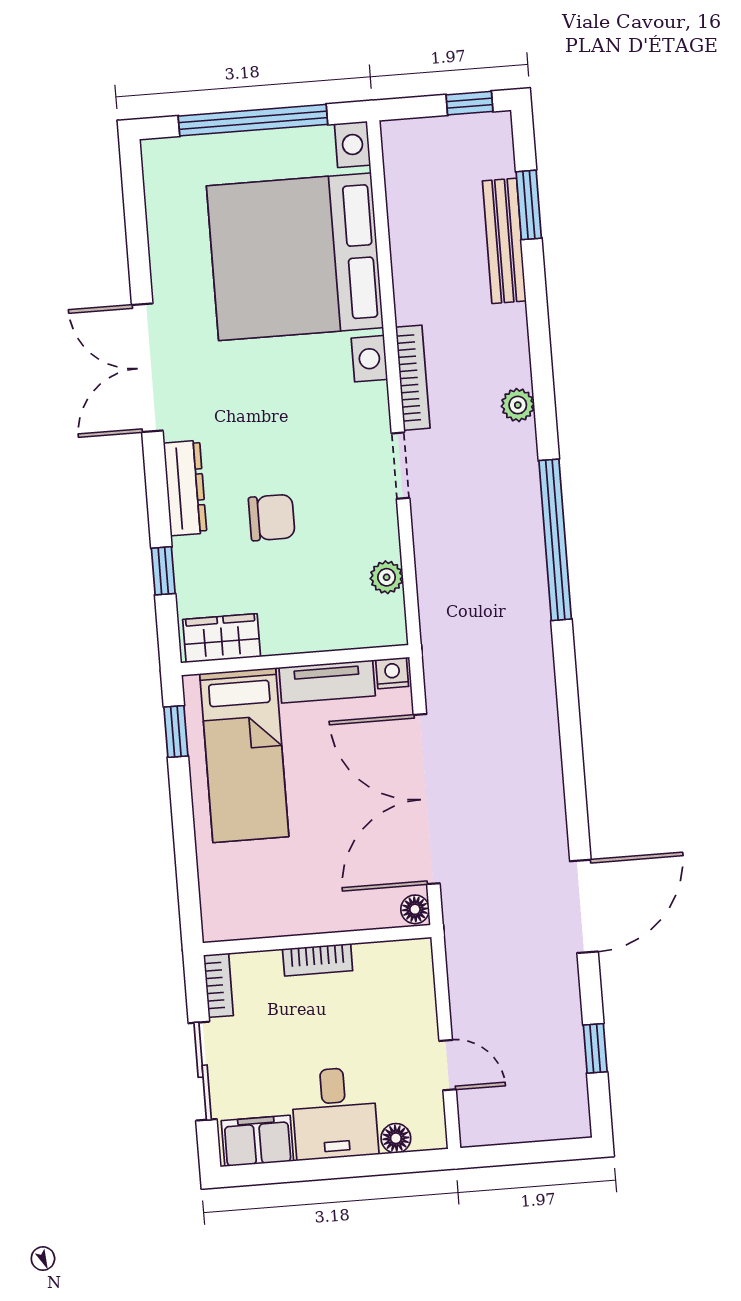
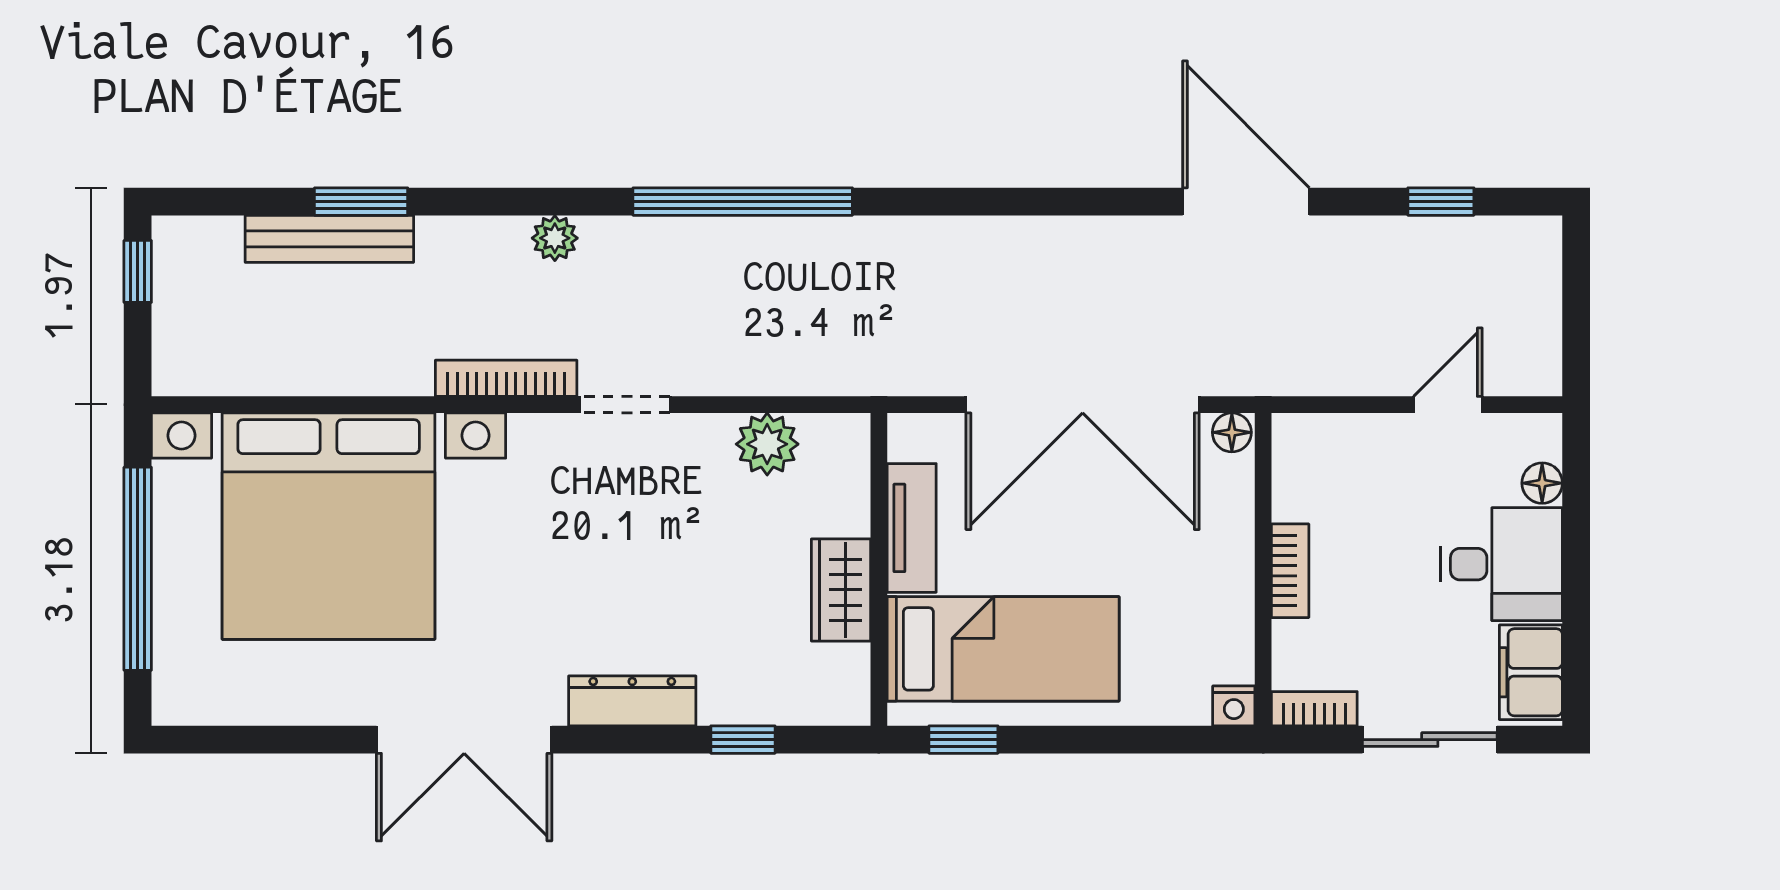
window: (529, 205) -> (361, 202), moved
chair: (272, 518) -> (682, 586), removed
plant: (387, 577) -> (767, 444), width x1.38, depth x1.38
wardrobe: (222, 638) -> (841, 590), moved
nightstand: (392, 673) -> (1234, 706), moved, turned -90

